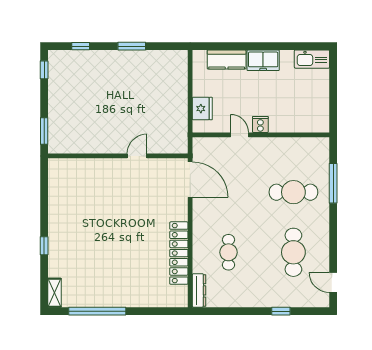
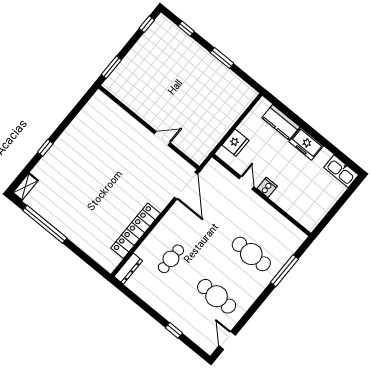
cafe table: (293, 252) -> (217, 296), turned 90

